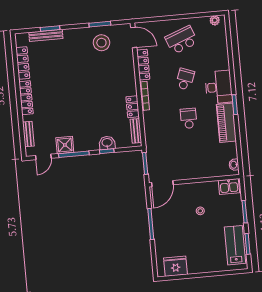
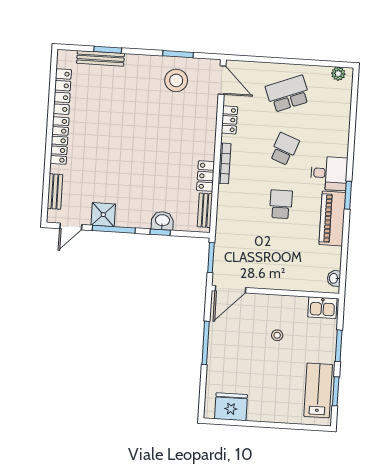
locker: (143, 65) -> (229, 120), width x0.66
desk: (219, 87) -> (329, 173), width x0.73

